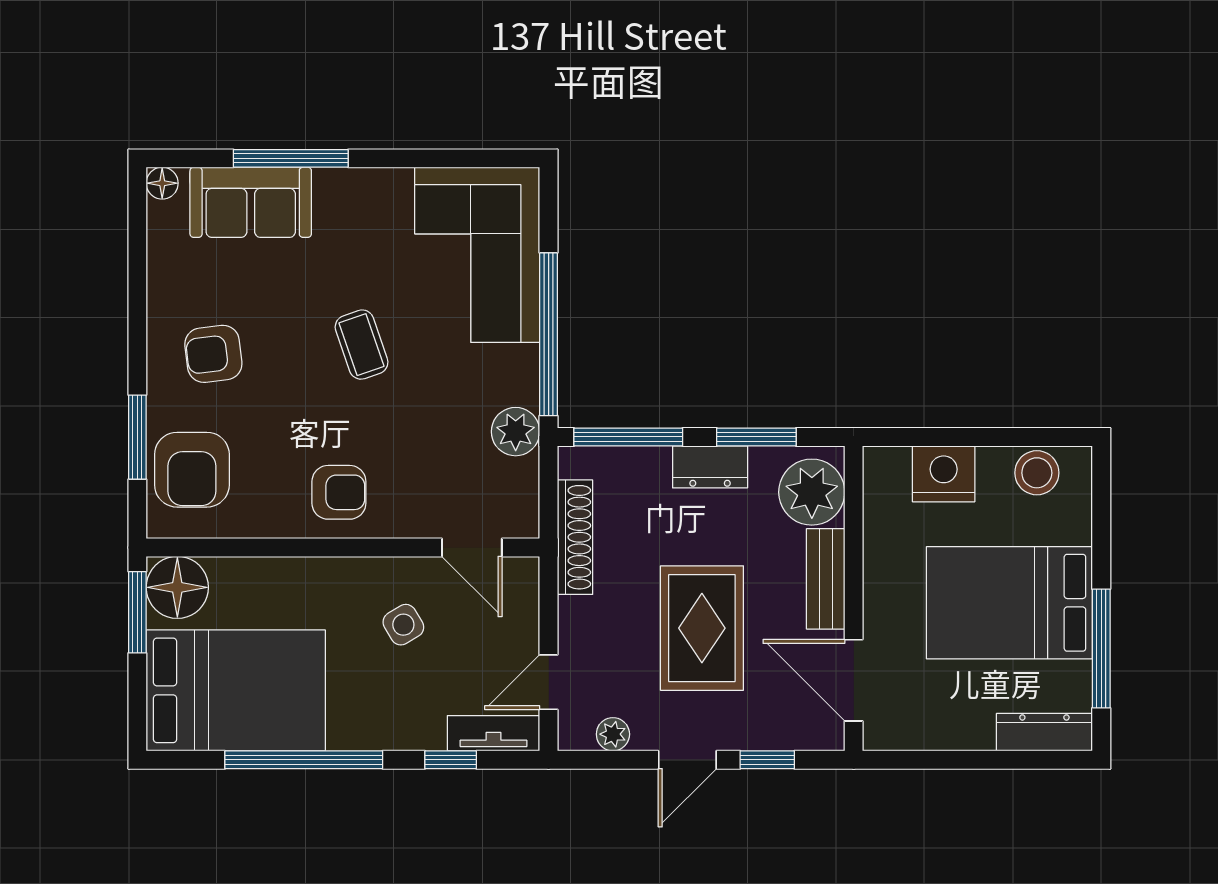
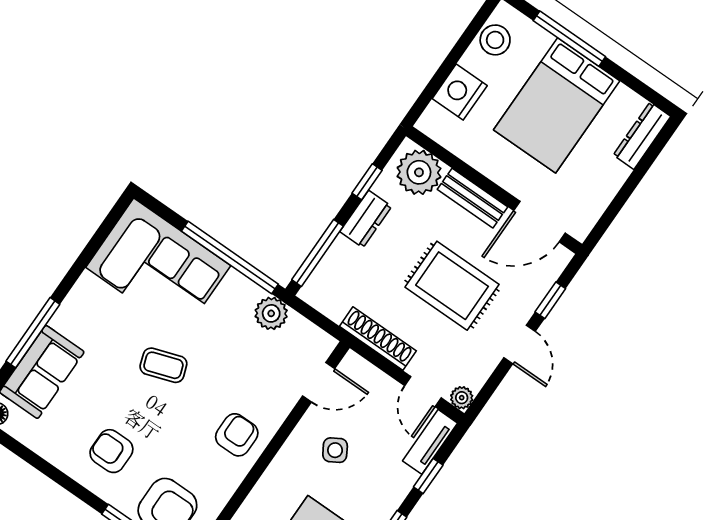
armchair: (213, 354) -> (111, 451), turned 97
window: (756, 437) -> (367, 182), width x0.67
shoe rack: (575, 537) -> (378, 339), moved
window: (1101, 648) -> (569, 39), moved
plant: (613, 734) -> (462, 398), moved

